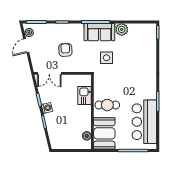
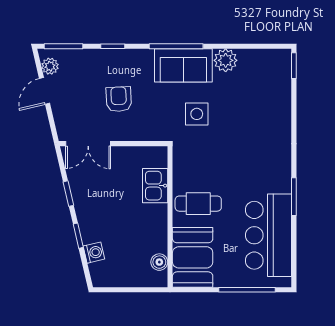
washing machine: (47, 108) -> (94, 253), moved

